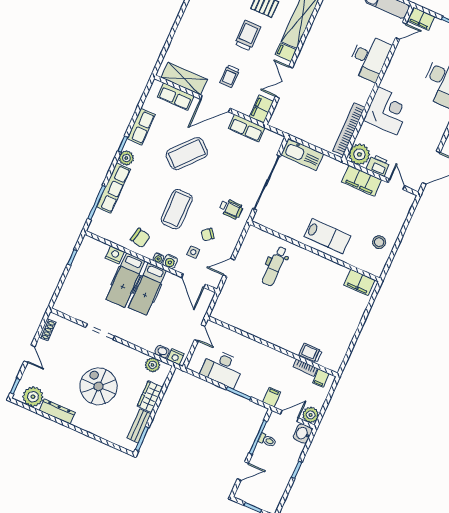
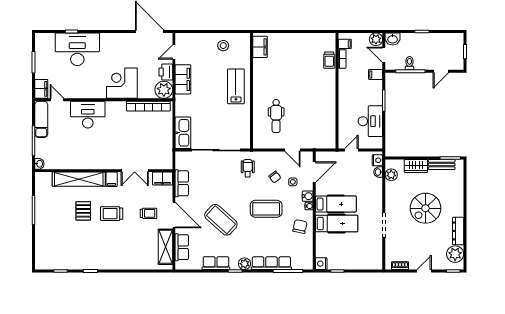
nightstand: (115, 255) -> (321, 264), moved
dental chair: (275, 266) -> (276, 116), turned 90
door: (243, 471) -> (441, 71), swing flipped

